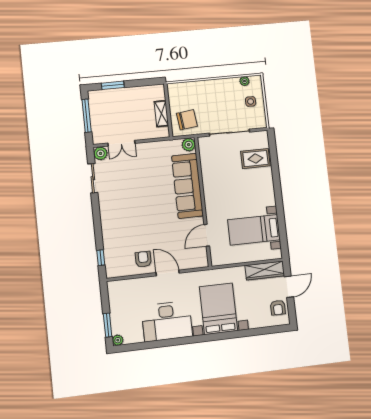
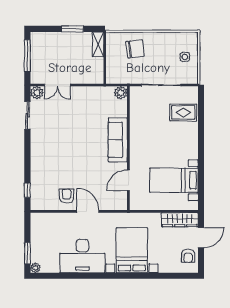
plant: (244, 81) -> (181, 37), removed
window: (113, 85) -> (72, 29), moved
shelving: (161, 114) -> (98, 44), moved
chair: (187, 120) -> (135, 49), moved
sofa: (187, 186) -> (118, 140), width x0.74, depth x0.79

